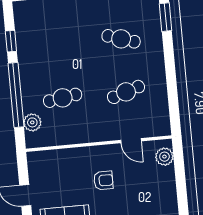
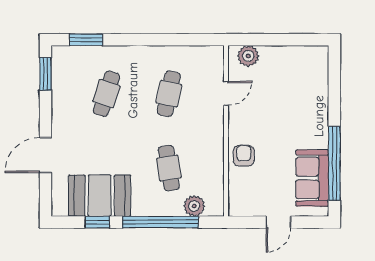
booth: (34, 41) -> (100, 196), added
cafe table: (126, 92) -> (169, 94), turned 30
armchair: (103, 180) -> (244, 156), moved

